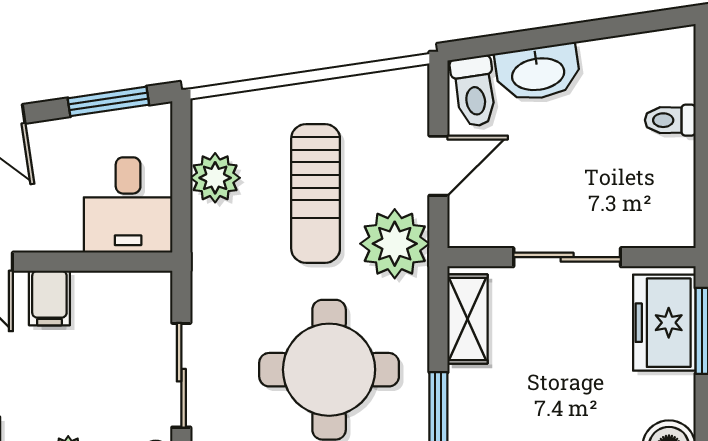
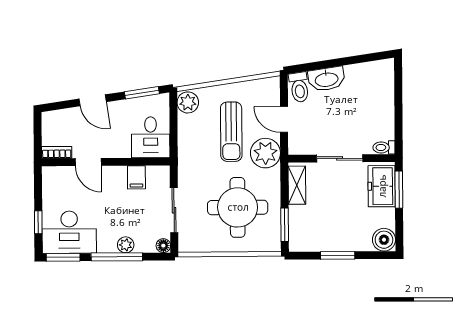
toilet: (670, 120) -> (384, 147), moved
door: (438, 166) -> (284, 119), swing flipped
plant: (215, 178) -> (188, 102), moved
filing cabinet: (49, 298) -> (136, 177), moved

